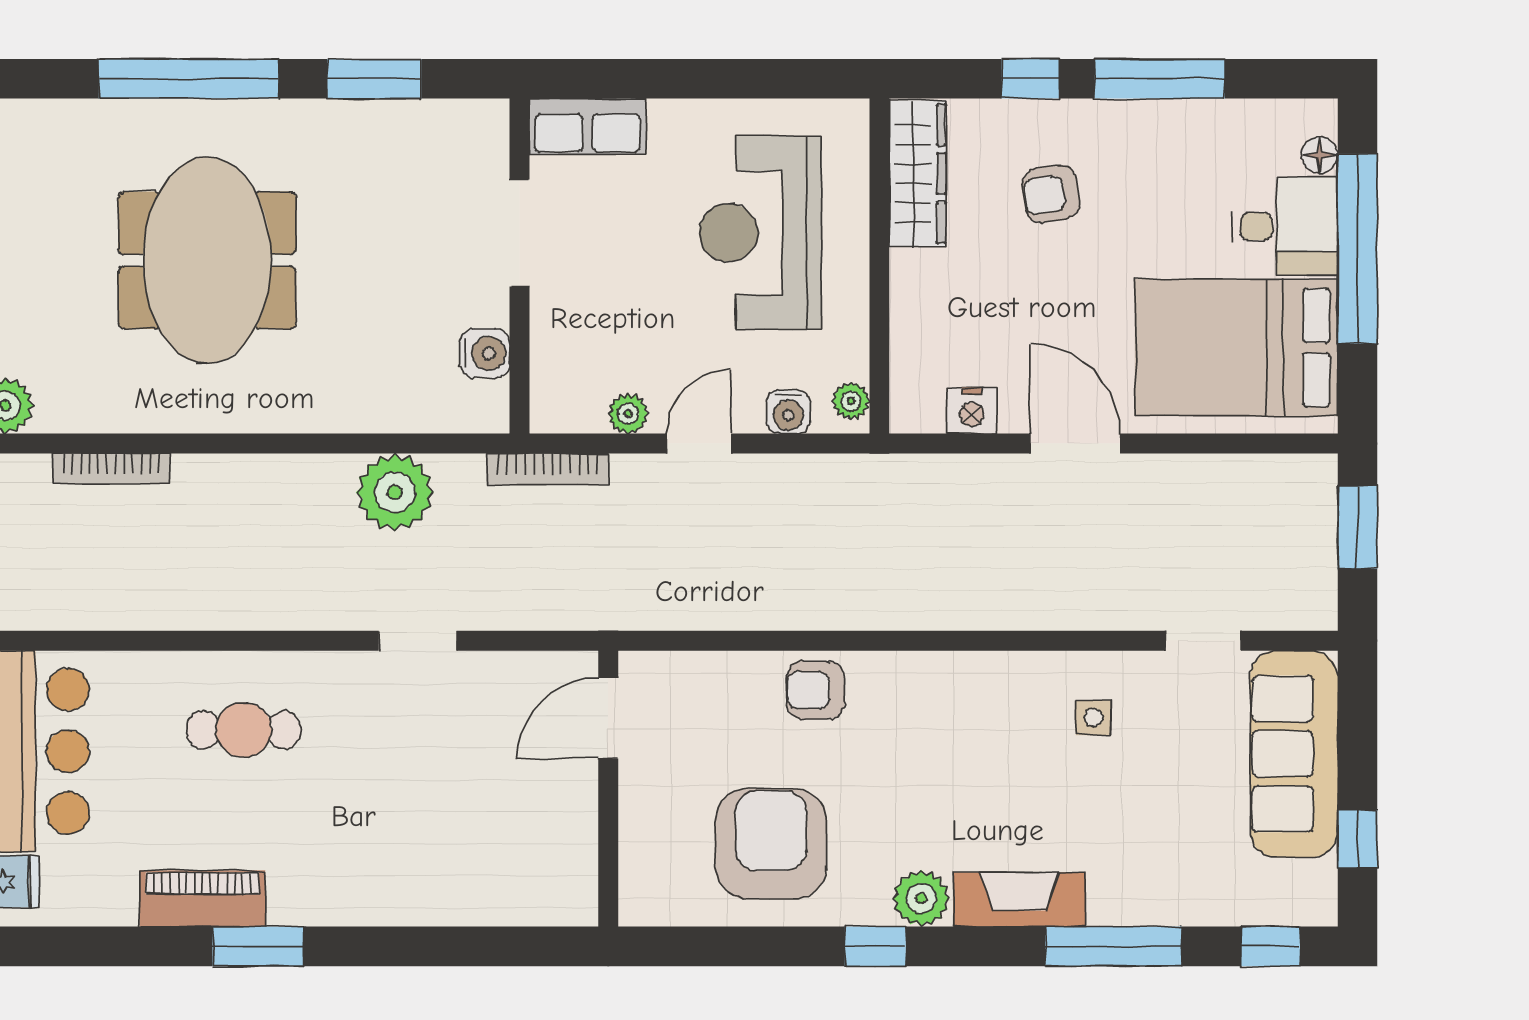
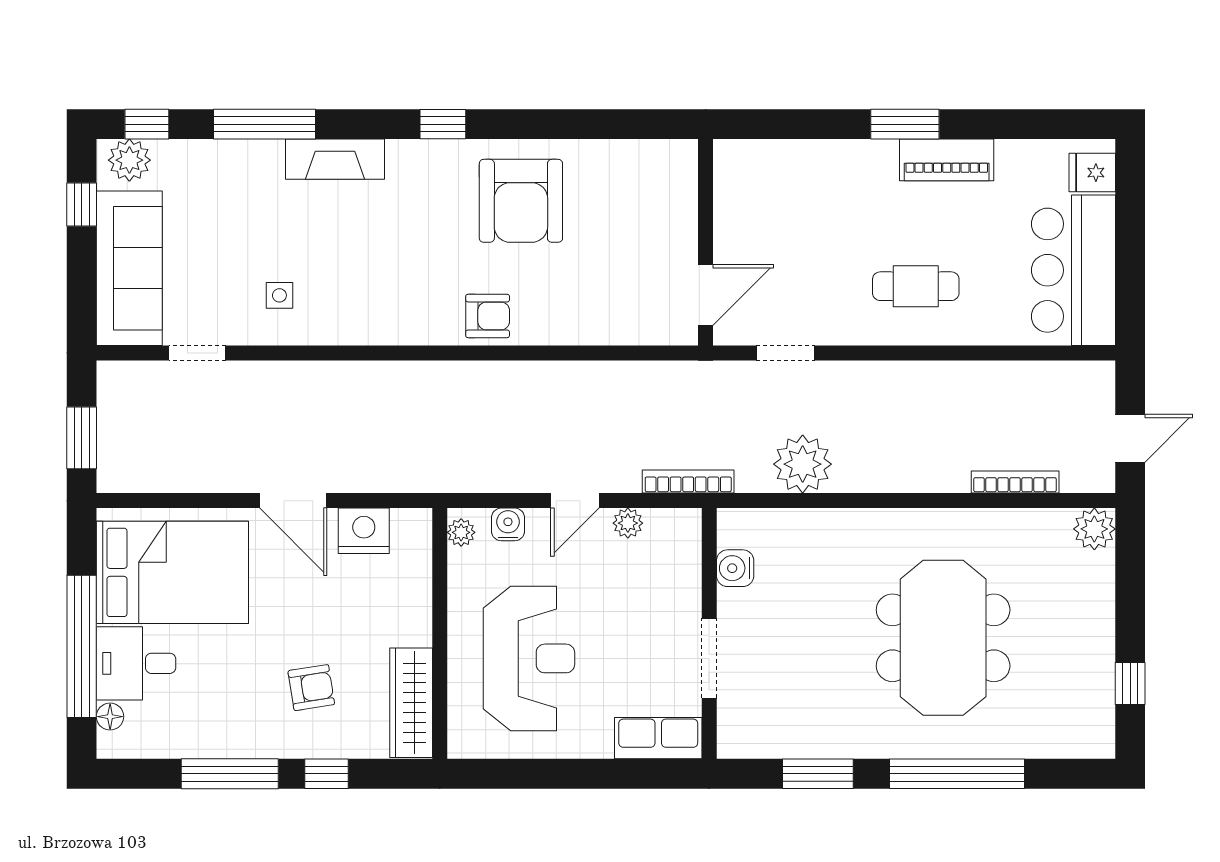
nightstand: (972, 411) -> (364, 531), width x1.36, depth x1.33
door: (608, 718) -> (706, 295), moved
wall: (608, 789) -> (706, 242), moved
plant: (921, 898) -> (129, 160), moved

